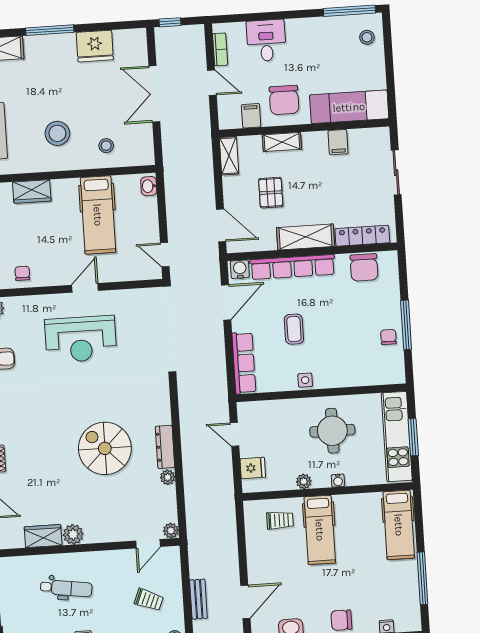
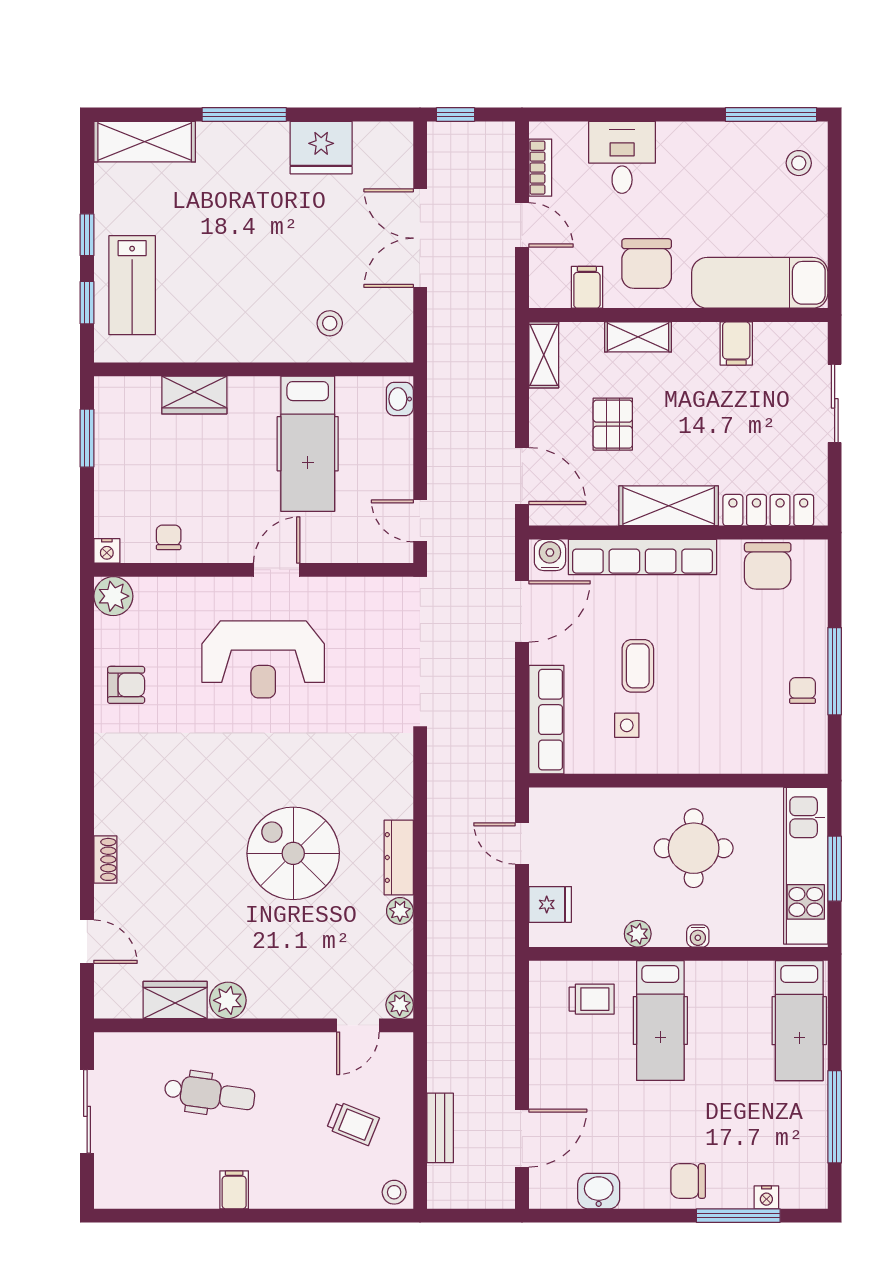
stool: (57, 133) -> (246, 296), removed
side table: (305, 380) -> (627, 725), moved

